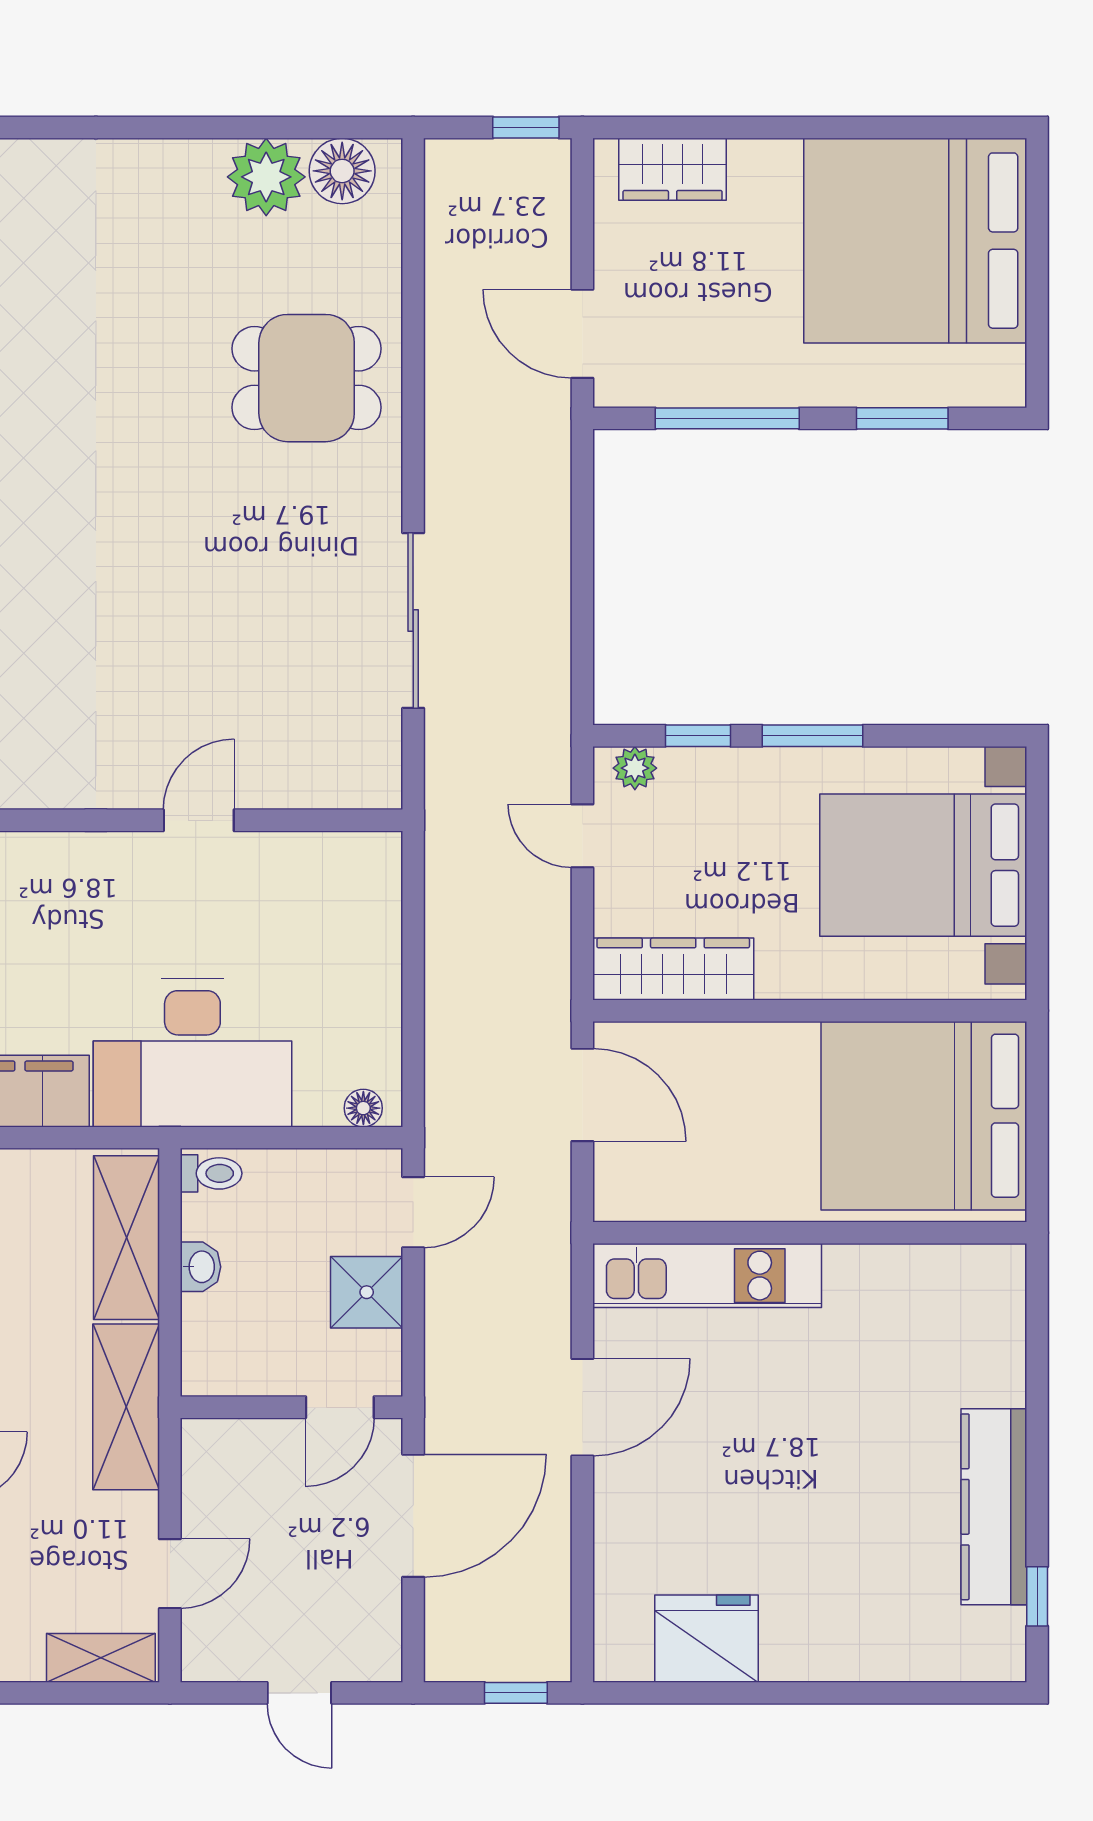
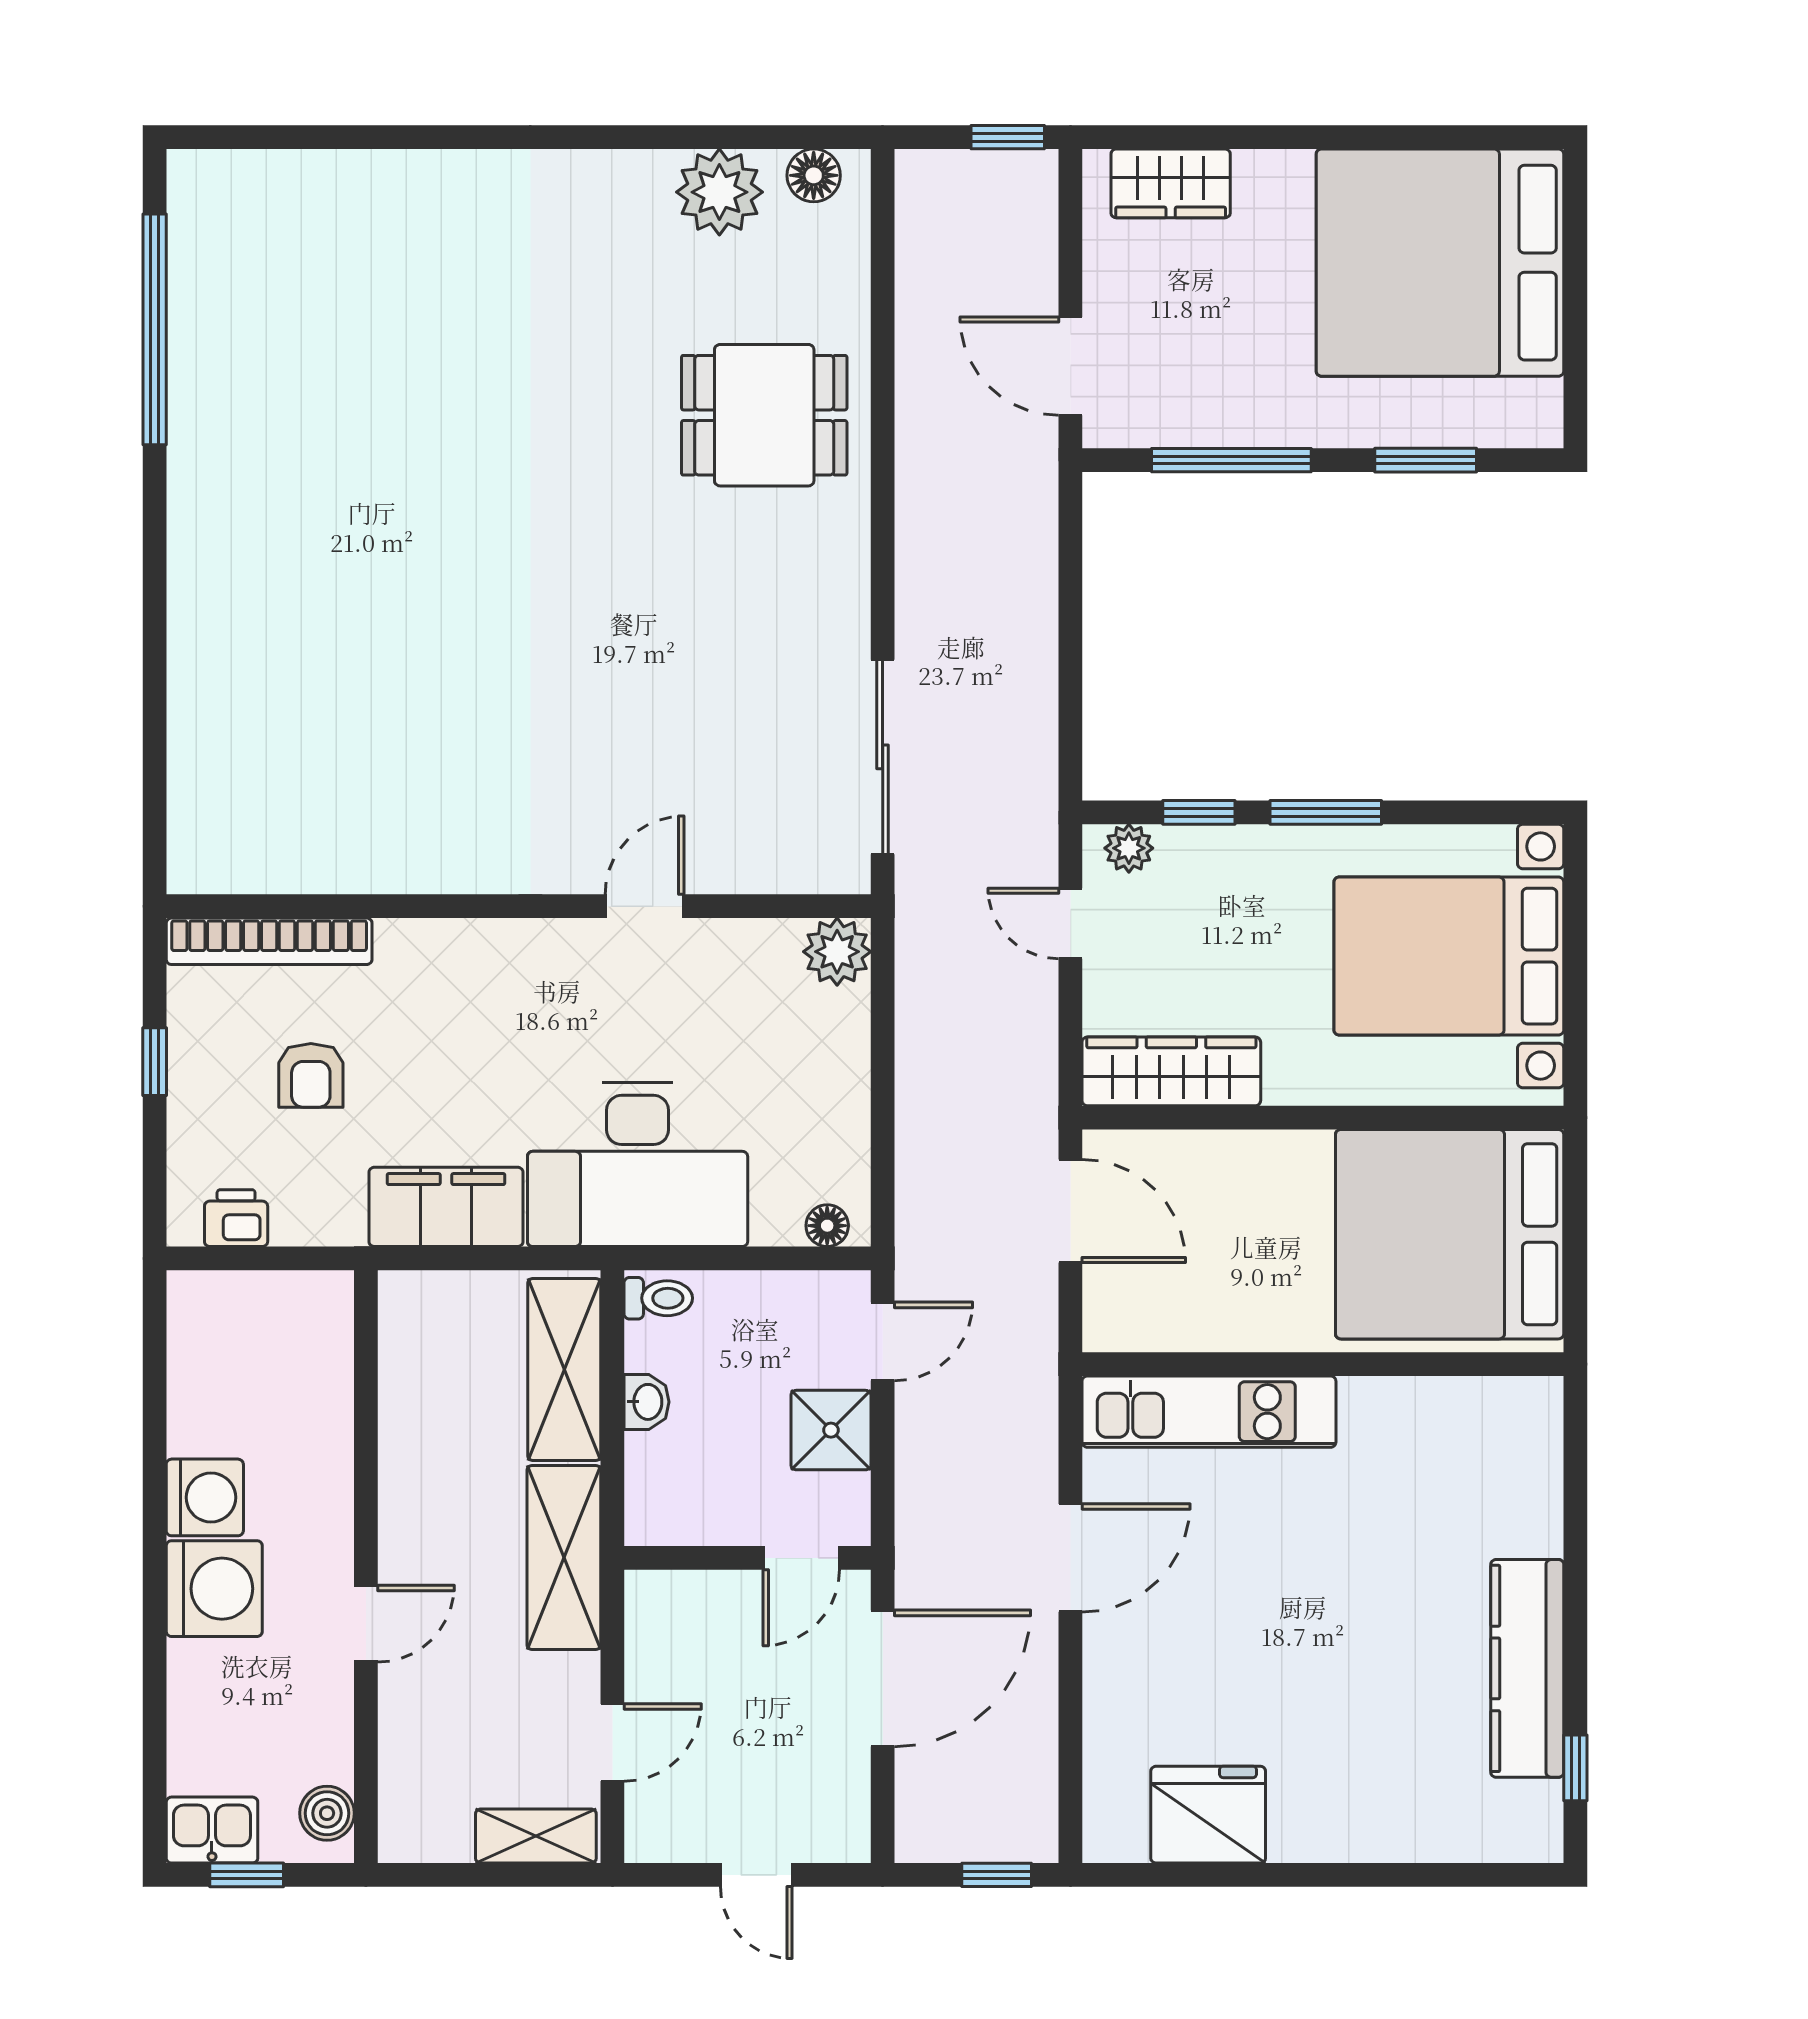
floor lamp: (342, 171) -> (814, 175), width x0.73, depth x0.73
sliding door: (413, 620) -> (883, 757), moved
plant: (372, 861) -> (837, 952), added

